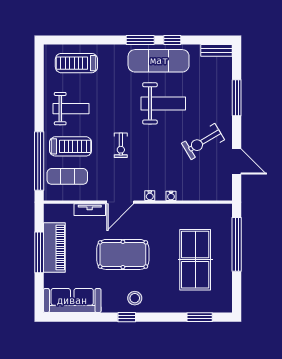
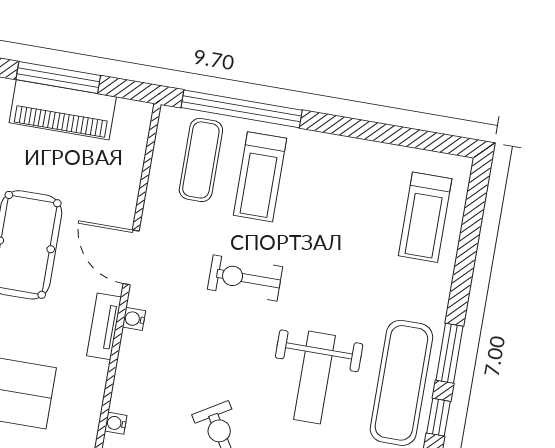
treadmill: (76, 63) -> (425, 217), turned 180
weight bench: (71, 109) -> (336, 191), removed
exercise bike: (121, 145) -> (245, 278), width x1.38, depth x1.39
water cooler: (171, 196) -> (116, 423), moved
tv unit: (90, 210) -> (104, 326), moved

